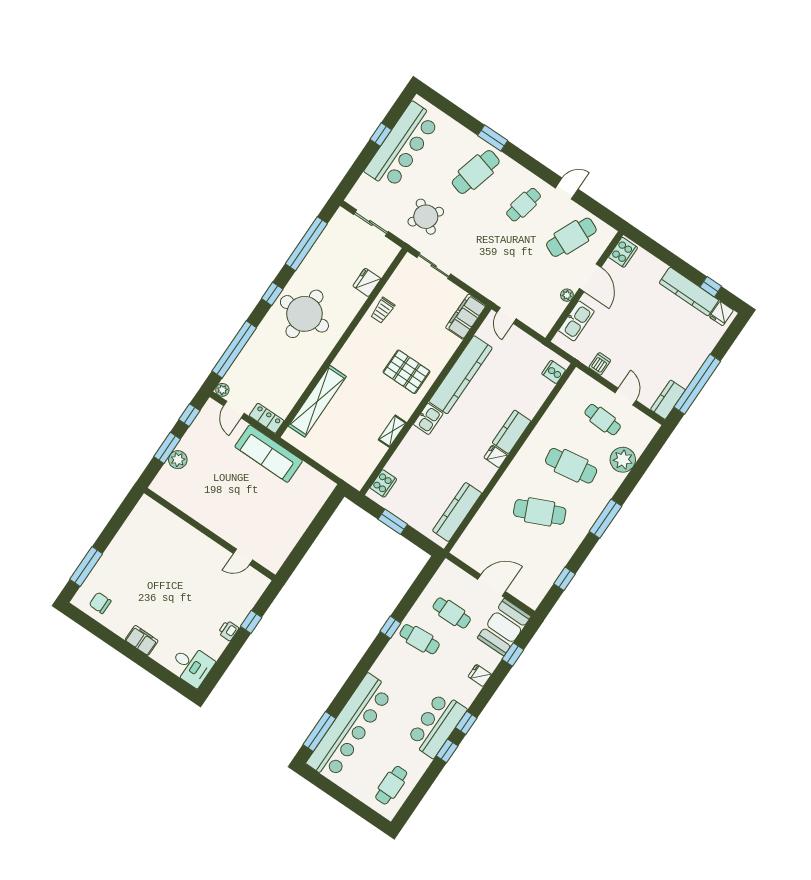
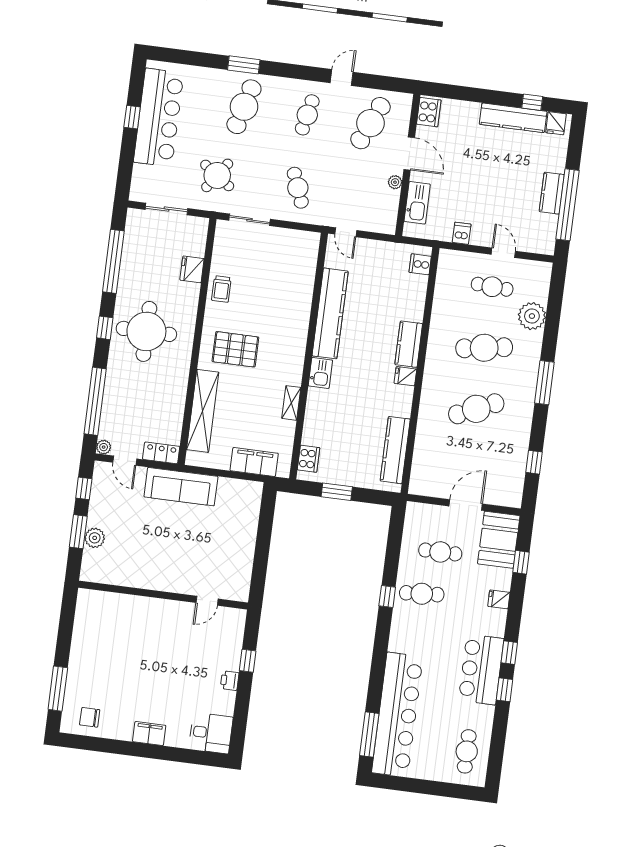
cafe table: (486, 260) -> (298, 188), added
filing cabinet: (466, 317) -> (254, 462), moved, turned 90
pallet: (407, 372) -> (235, 349), moved
kitchen counter: (668, 400) -> (552, 193), moved

